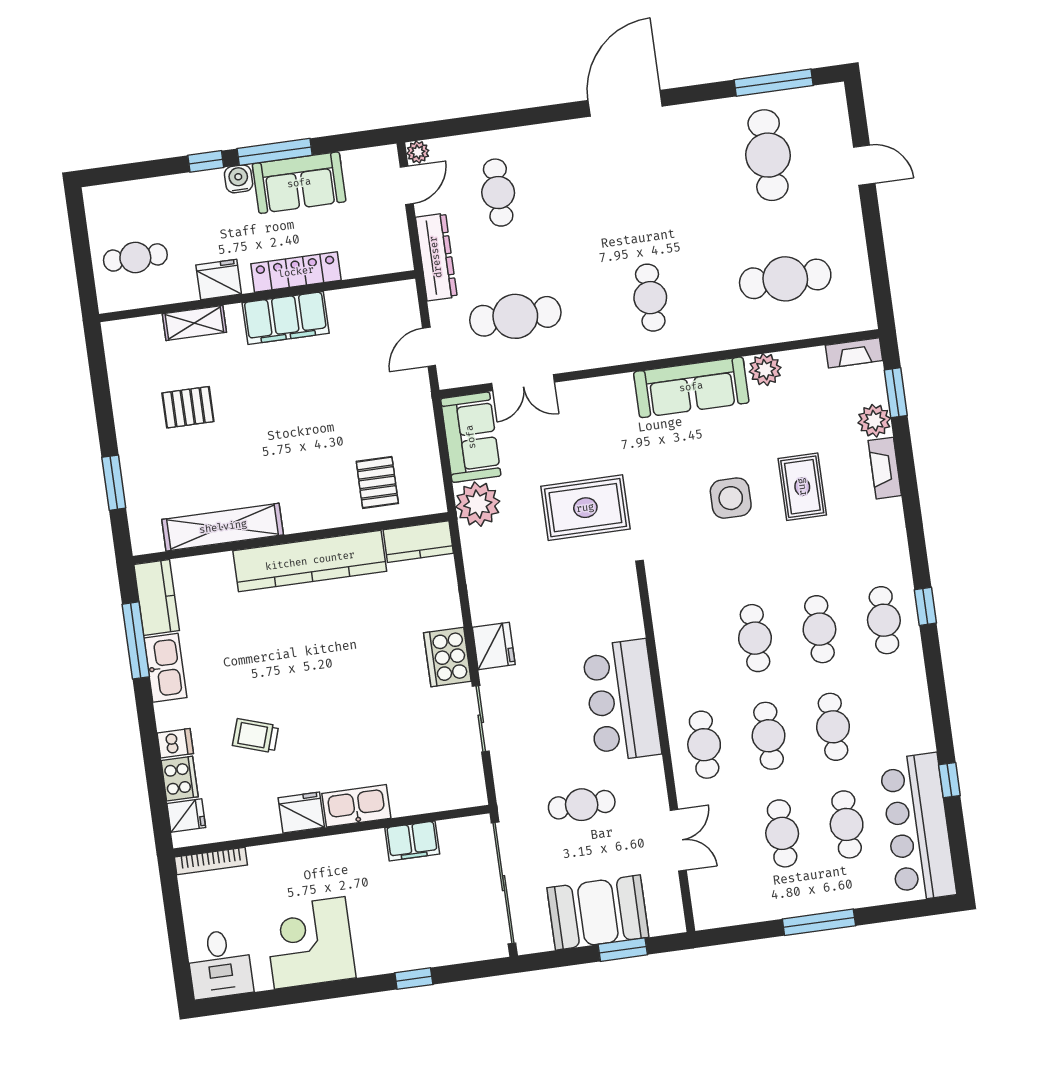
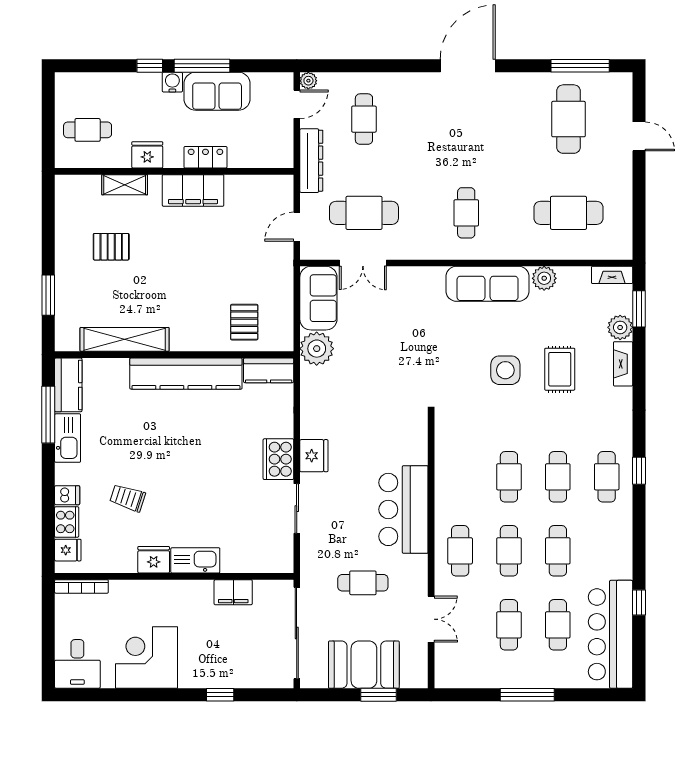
locker: (296, 272) -> (205, 157), width x0.66
rug: (585, 508) -> (396, 362), removed

